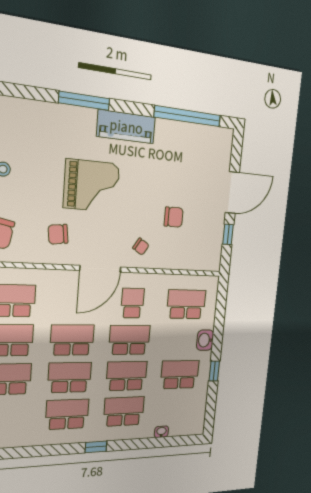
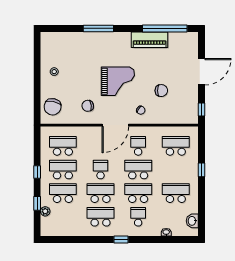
piano: (126, 127) -> (150, 40), moved
grand piano: (92, 186) -> (118, 81), moved
window: (228, 234) -> (202, 109), moved
school desk: (72, 340) -> (101, 170), width x0.54
washbasin: (205, 340) -> (192, 221), moved
window: (214, 371) -> (202, 170), moved
school desk: (124, 411) -> (138, 217), width x0.54

